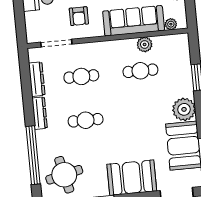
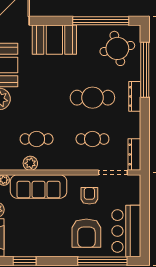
dresser: (37, 79) -> (134, 154), moved
dresser: (40, 113) -> (135, 96), moved
cafe table: (86, 120) -> (92, 98), width x1.37, depth x1.35

